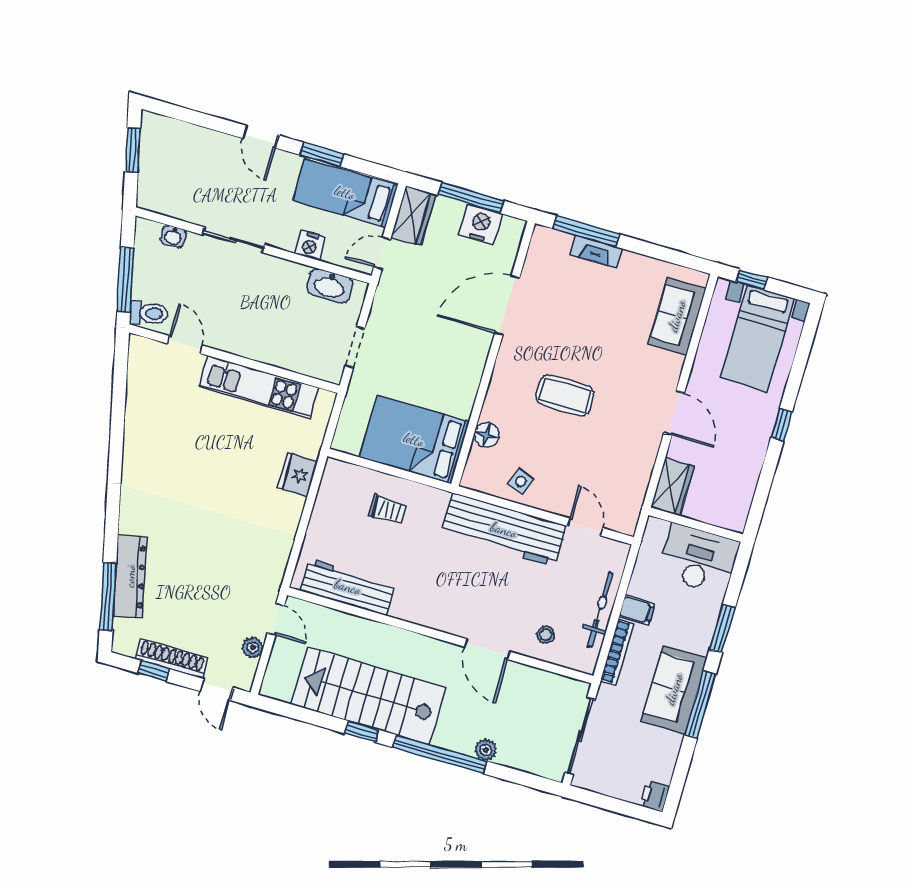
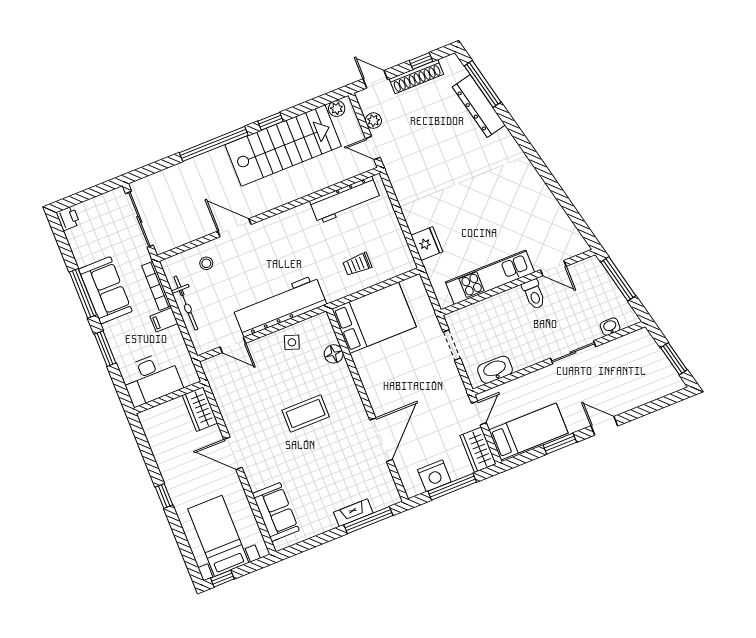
nightstand: (310, 245) -> (525, 384), removed
window: (752, 280) -> (222, 579), moved
toilet: (149, 313) -> (534, 294), moved, turned -77
plant: (486, 750) -> (337, 109), moved

